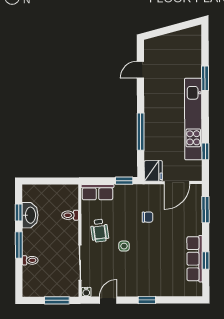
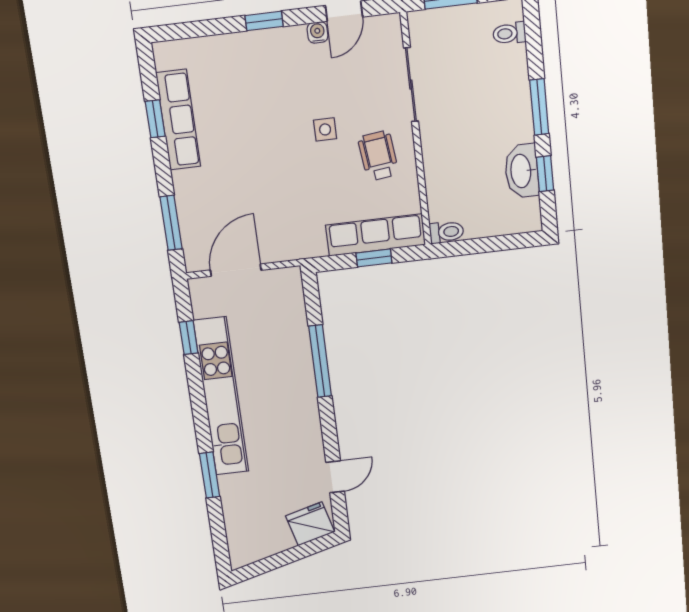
fridge: (153, 171) -> (310, 524), moved, turned 75
window: (124, 181) -> (374, 258), moved
row of seats: (97, 192) -> (376, 235), width x1.48
toilet: (70, 215) -> (446, 232), moved
chair: (148, 217) -> (285, 194), removed
toilet: (30, 260) -> (509, 33), moved
water cooler: (86, 292) -> (317, 32), moved

